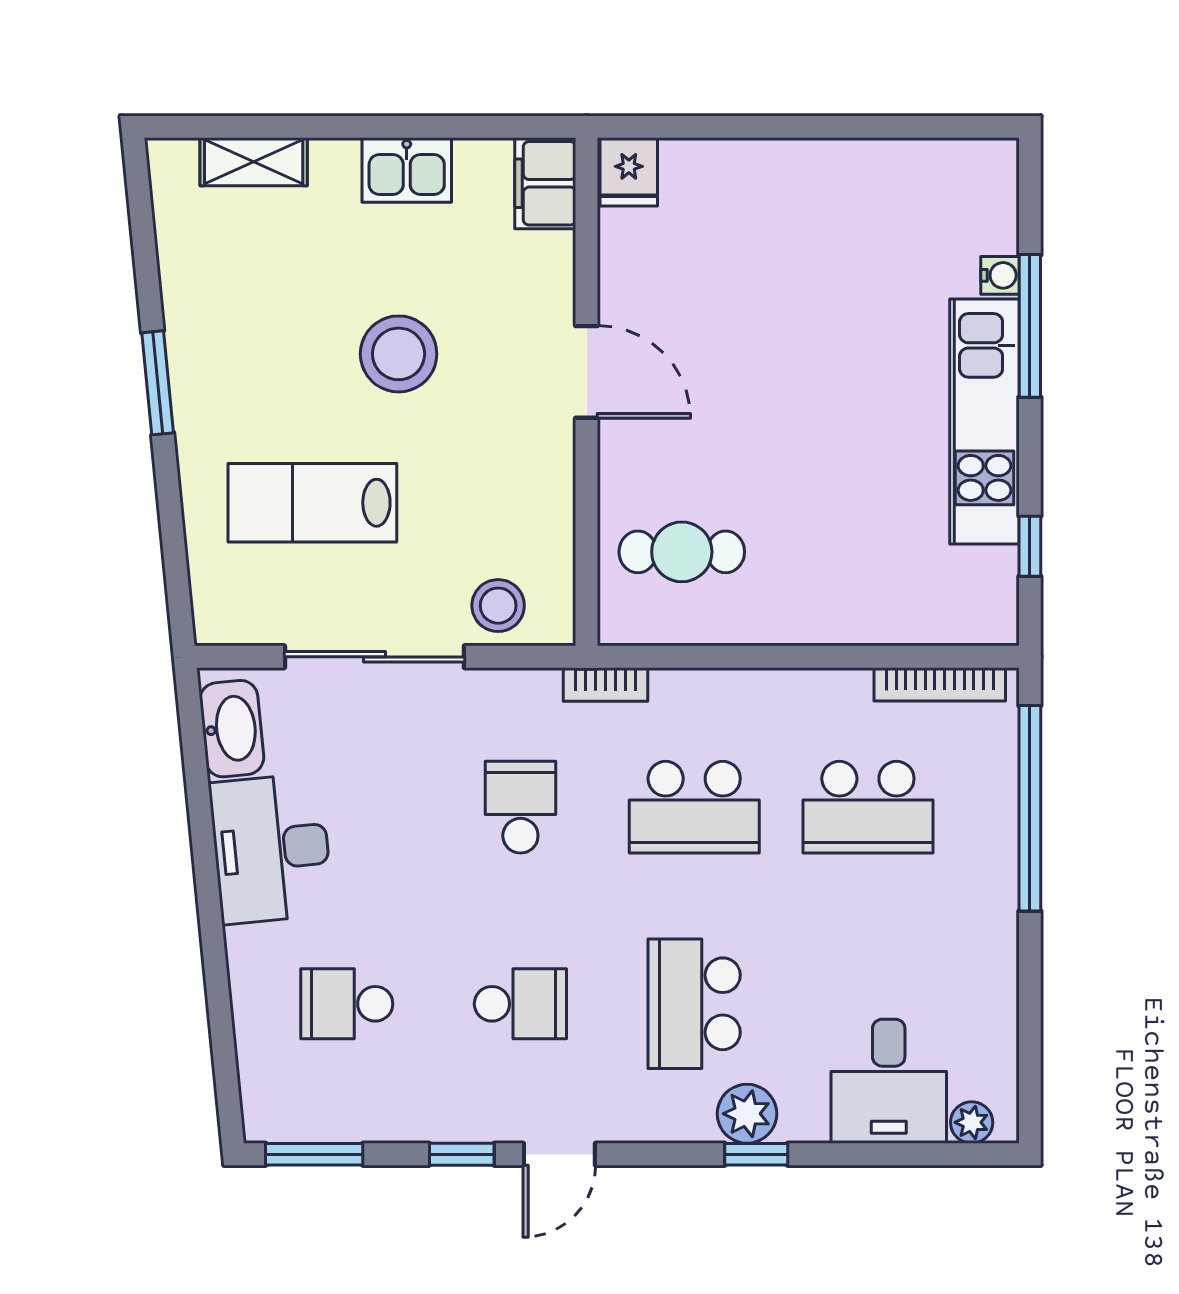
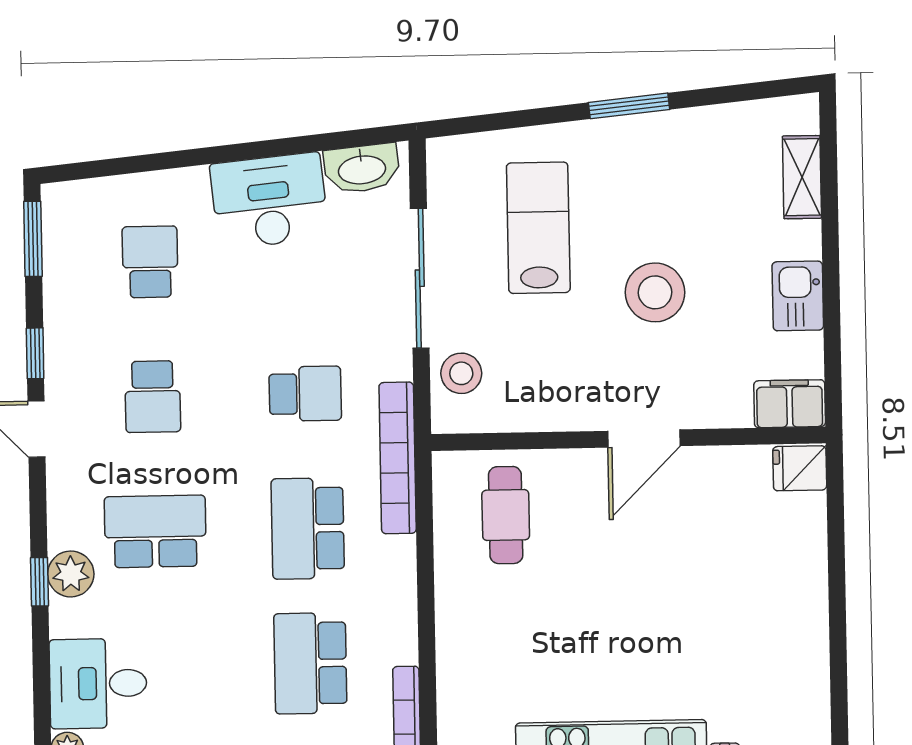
bookcase: (605, 684) -> (398, 458), width x2.31, depth x1.31

